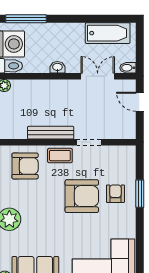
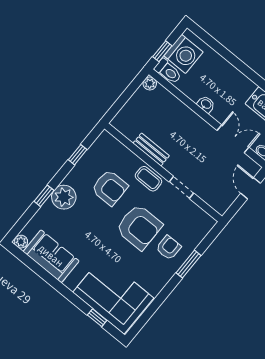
window: (26, 19) -> (213, 43), removed
bench: (51, 133) -> (151, 149), width x0.73
armchair: (25, 166) -> (110, 188), moved

